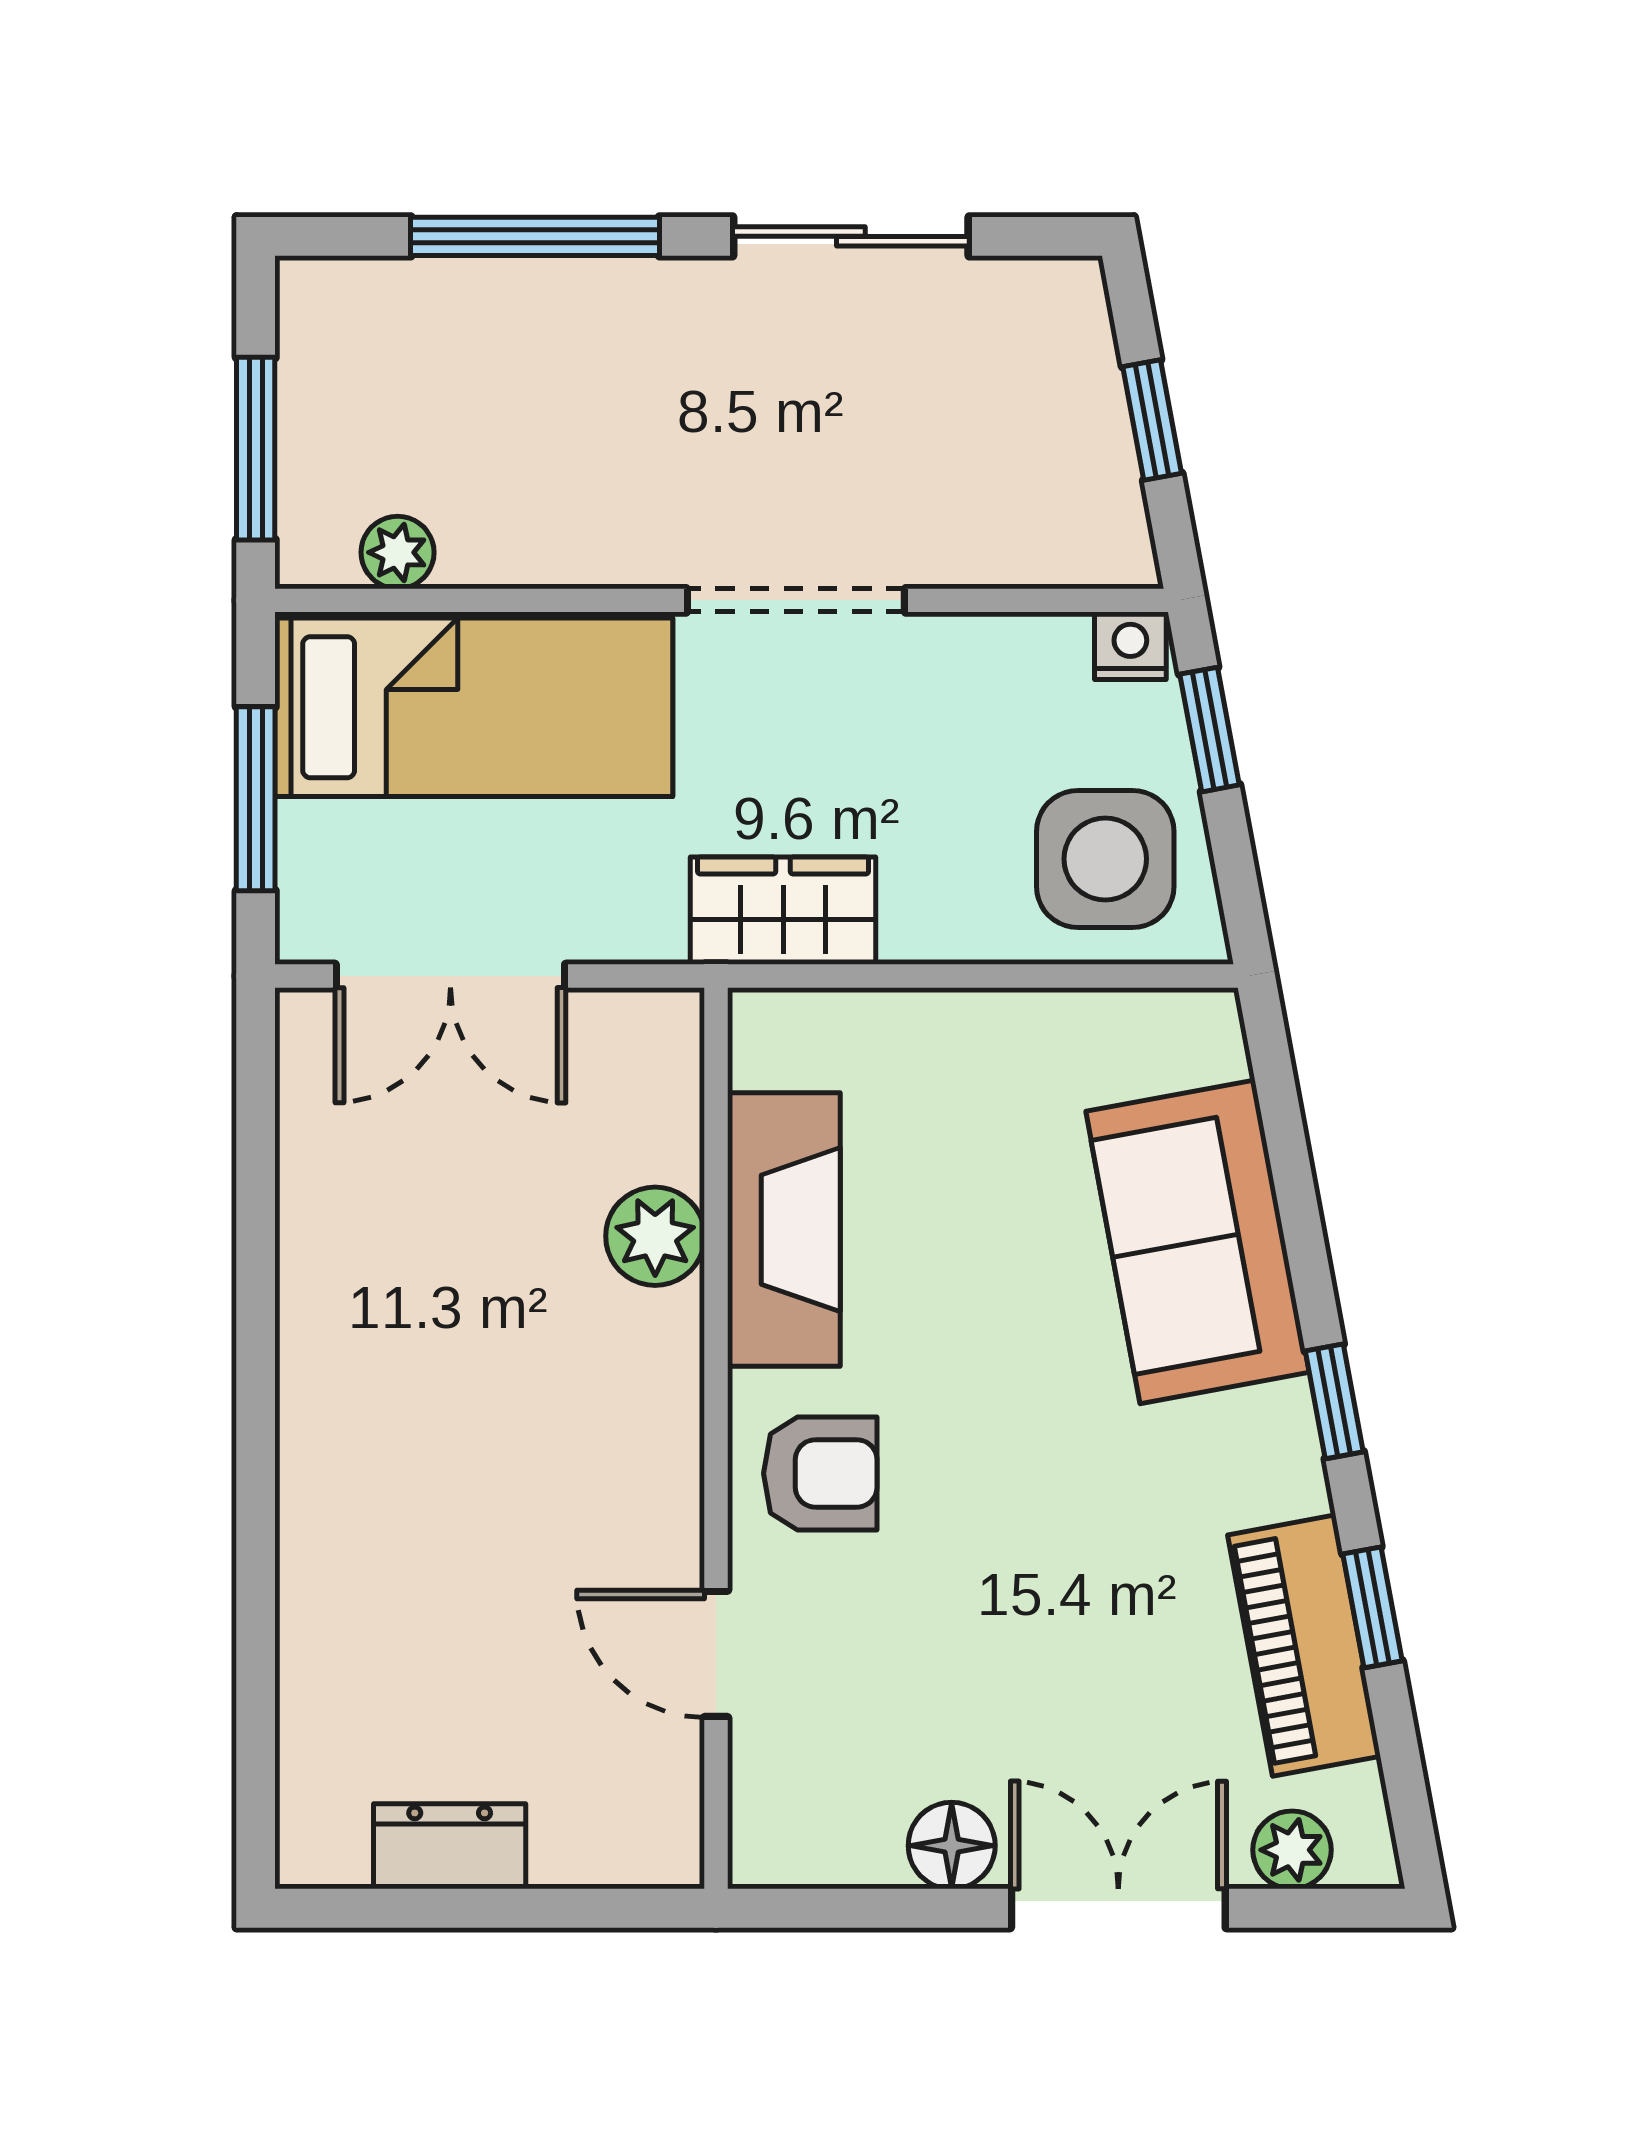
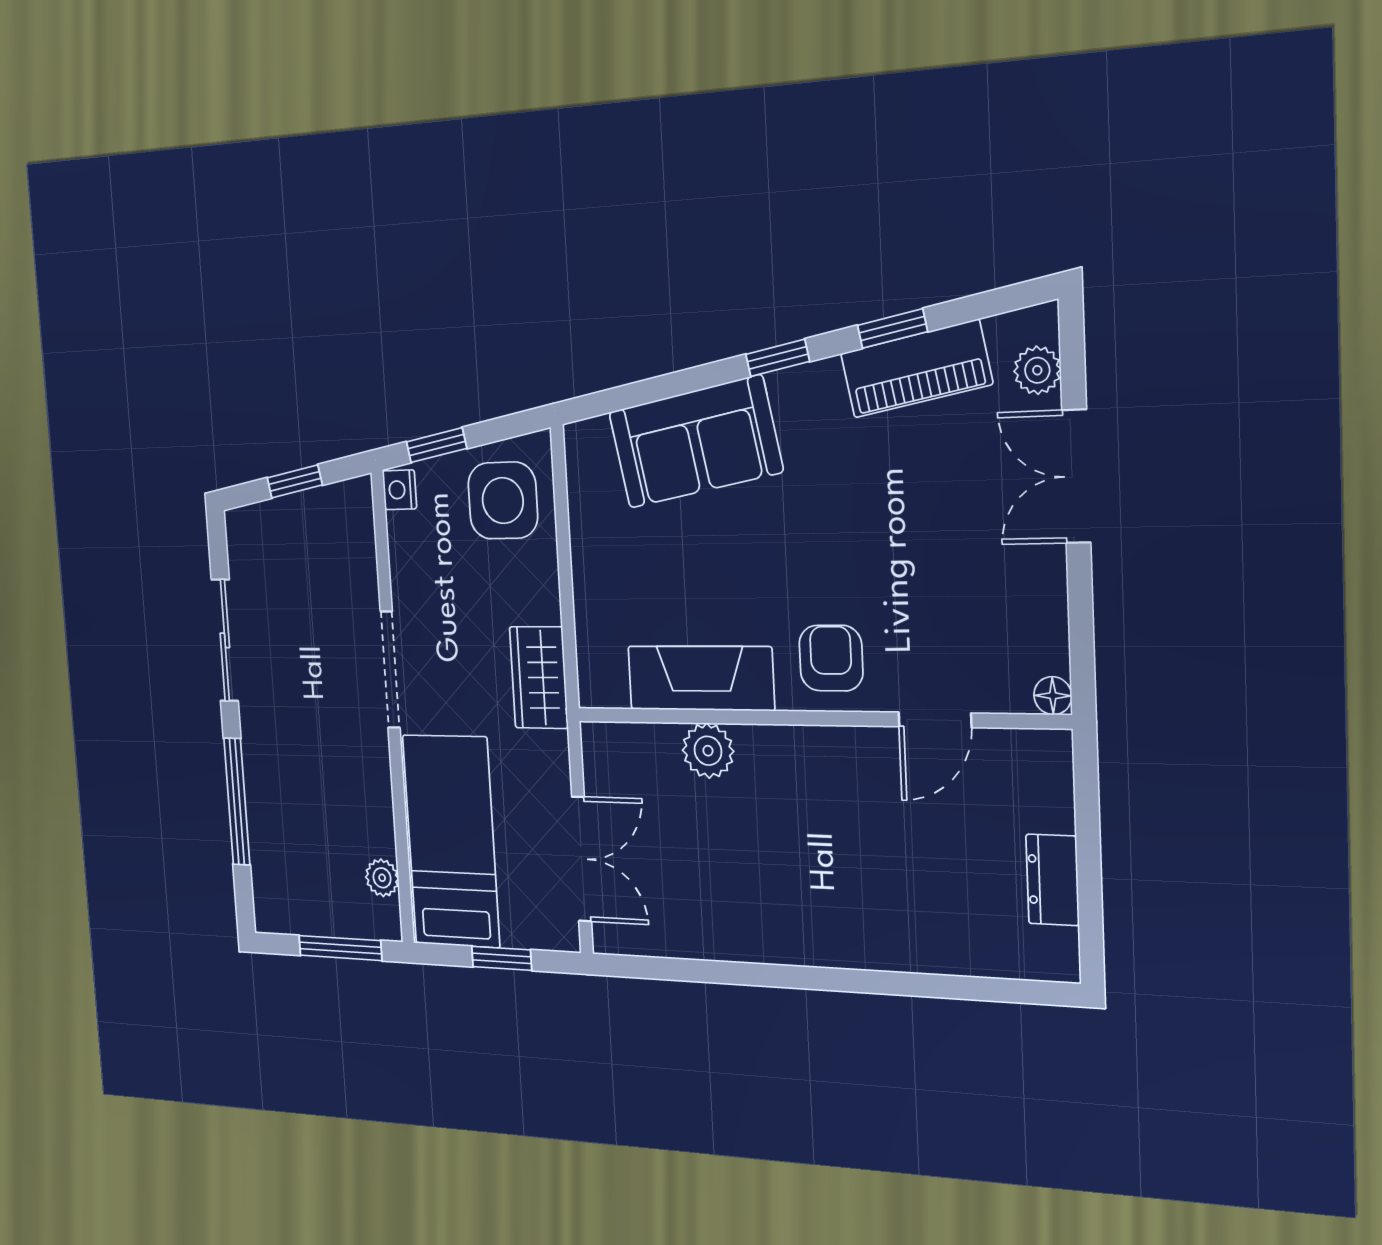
window: (256, 799) -> (502, 958), width x0.67
floor lamp: (952, 1846) -> (1053, 696), moved, width x0.73, depth x0.73

